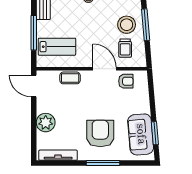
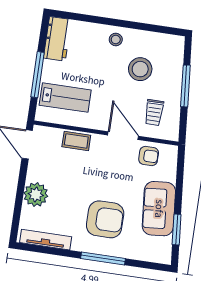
stool: (127, 25) -> (140, 69), moved
armchair: (100, 133) -> (105, 219), turned 90
sofa: (141, 134) -> (159, 209), moved

